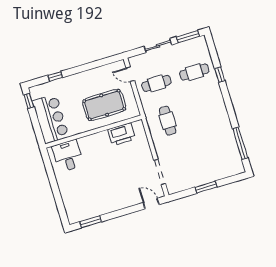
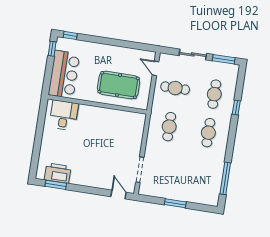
cafe table: (194, 72) -> (214, 94), turned 90
window: (55, 76) -> (70, 35), moved
cafe table: (205, 109) -> (208, 133), added
printer: (122, 134) -> (58, 173), moved, turned 180

